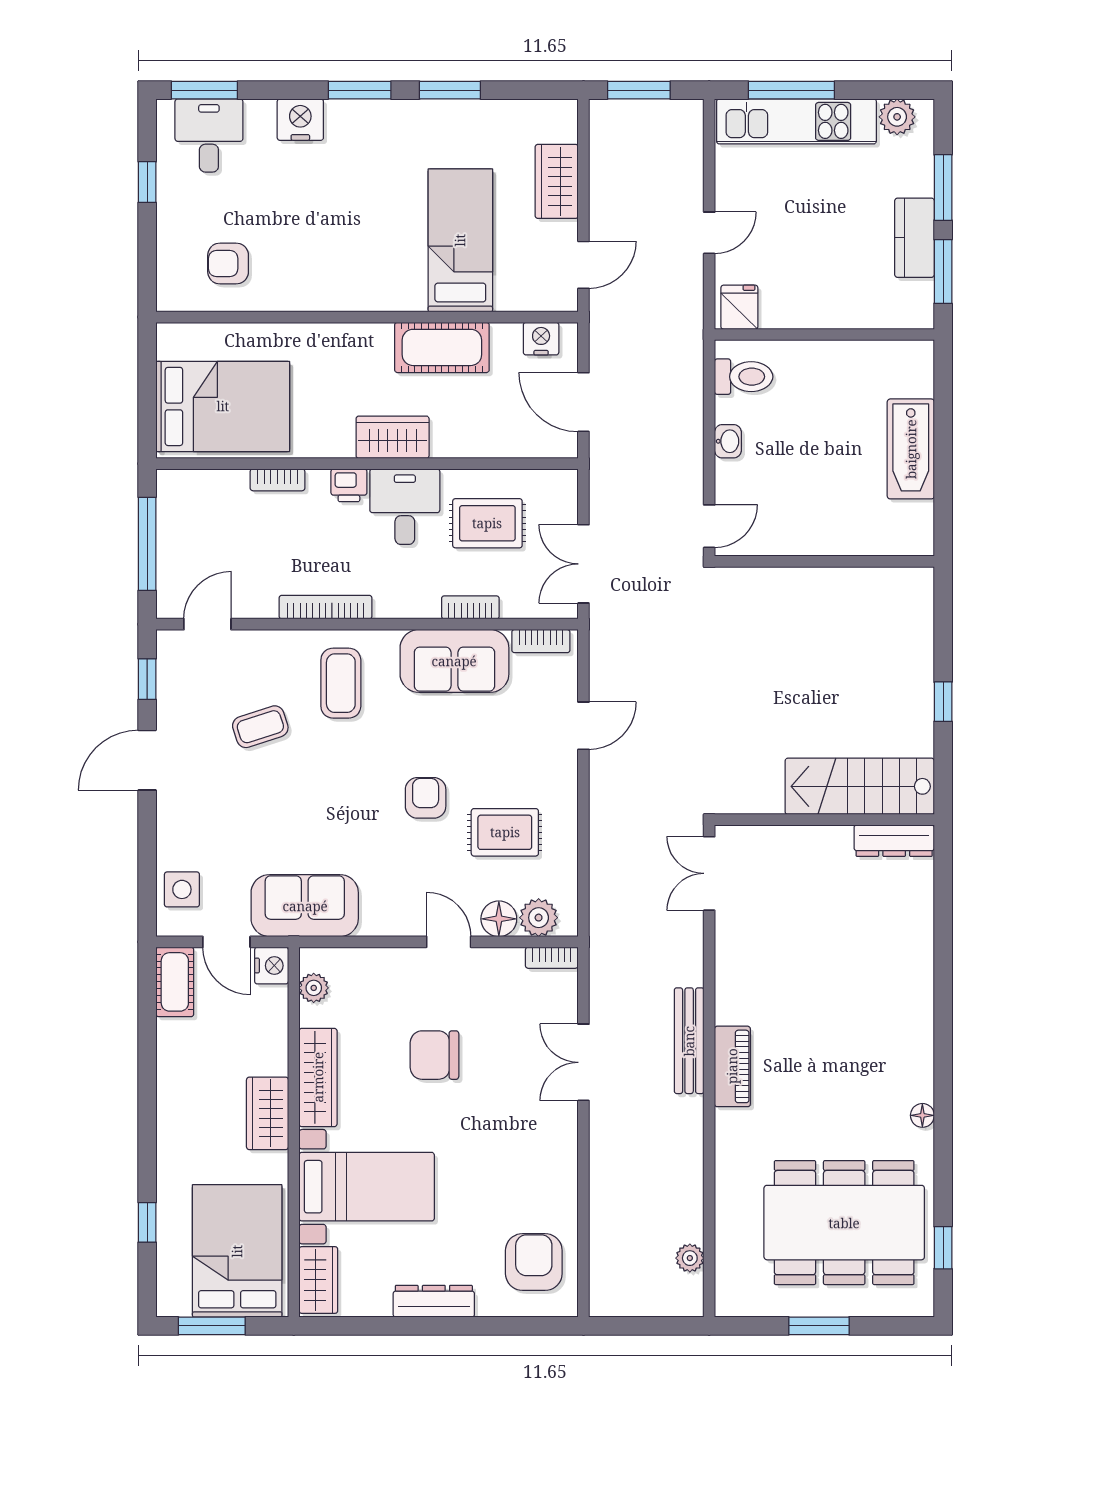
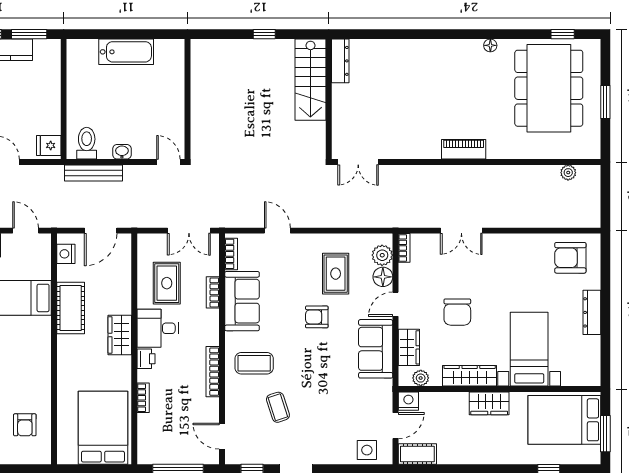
sofa: (305, 906) -> (376, 349), moved
bench: (689, 1041) -> (93, 173), moved
wardrobe: (318, 1280) -> (409, 347), moved, turned 90

